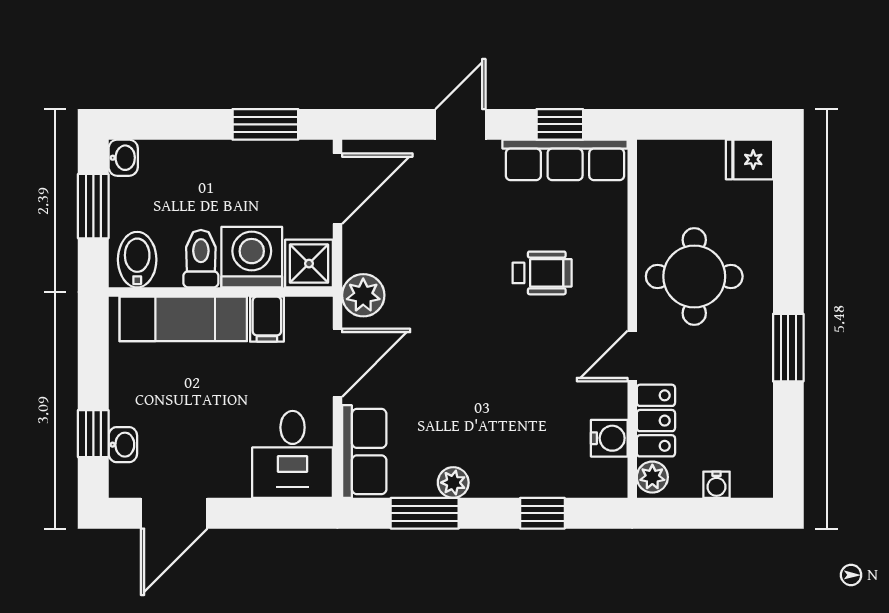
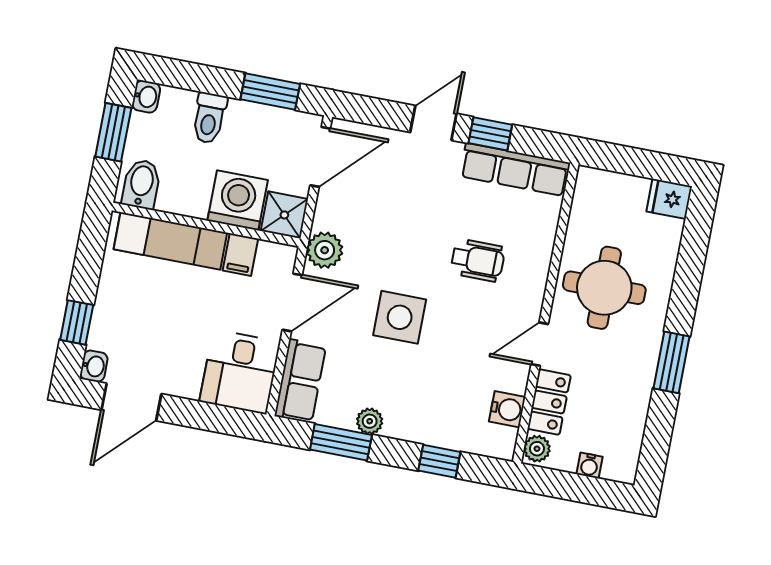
window: (560, 124) -> (490, 134), moved
toilet: (201, 259) -> (209, 118), moved, turned 180
side table: (465, 356) -> (400, 317), added
washbasin: (123, 445) -> (94, 366), moved

